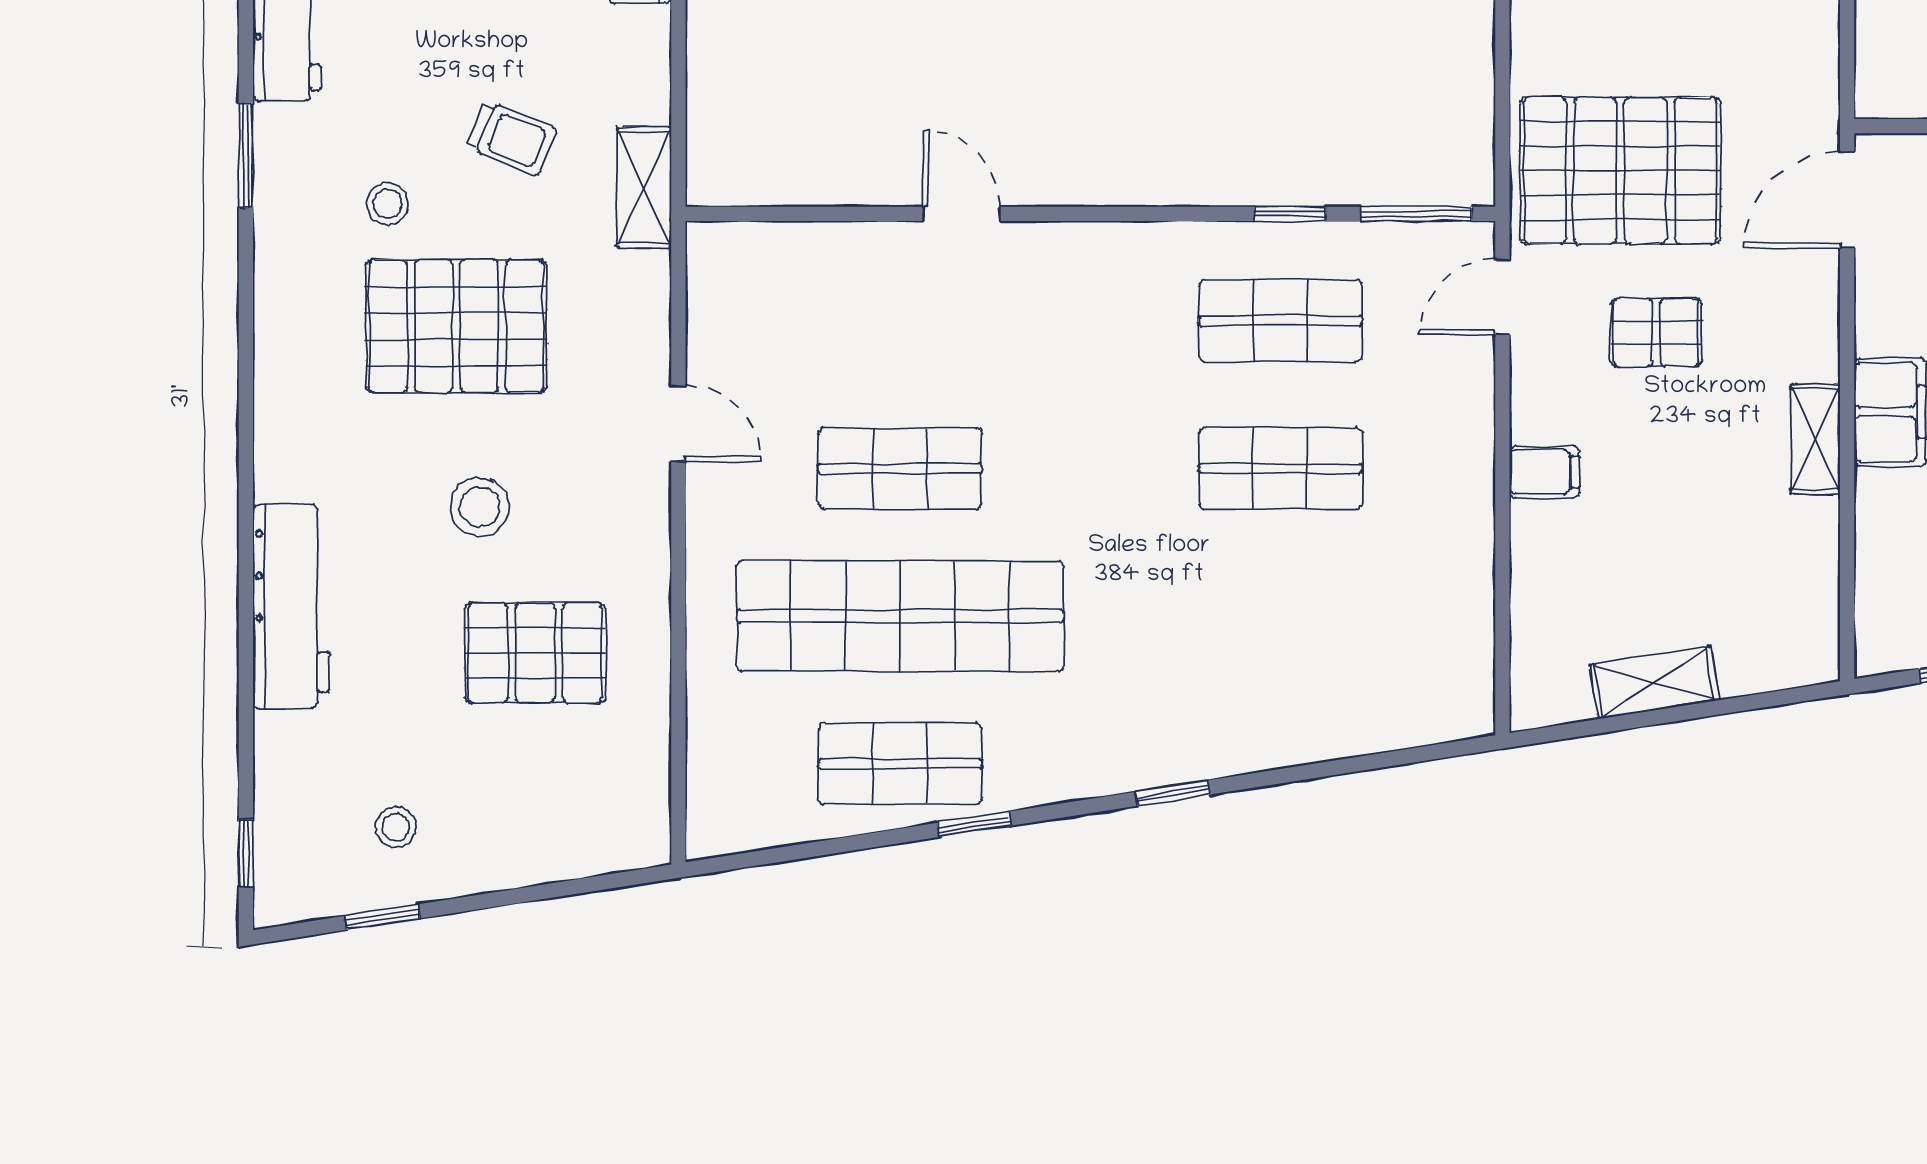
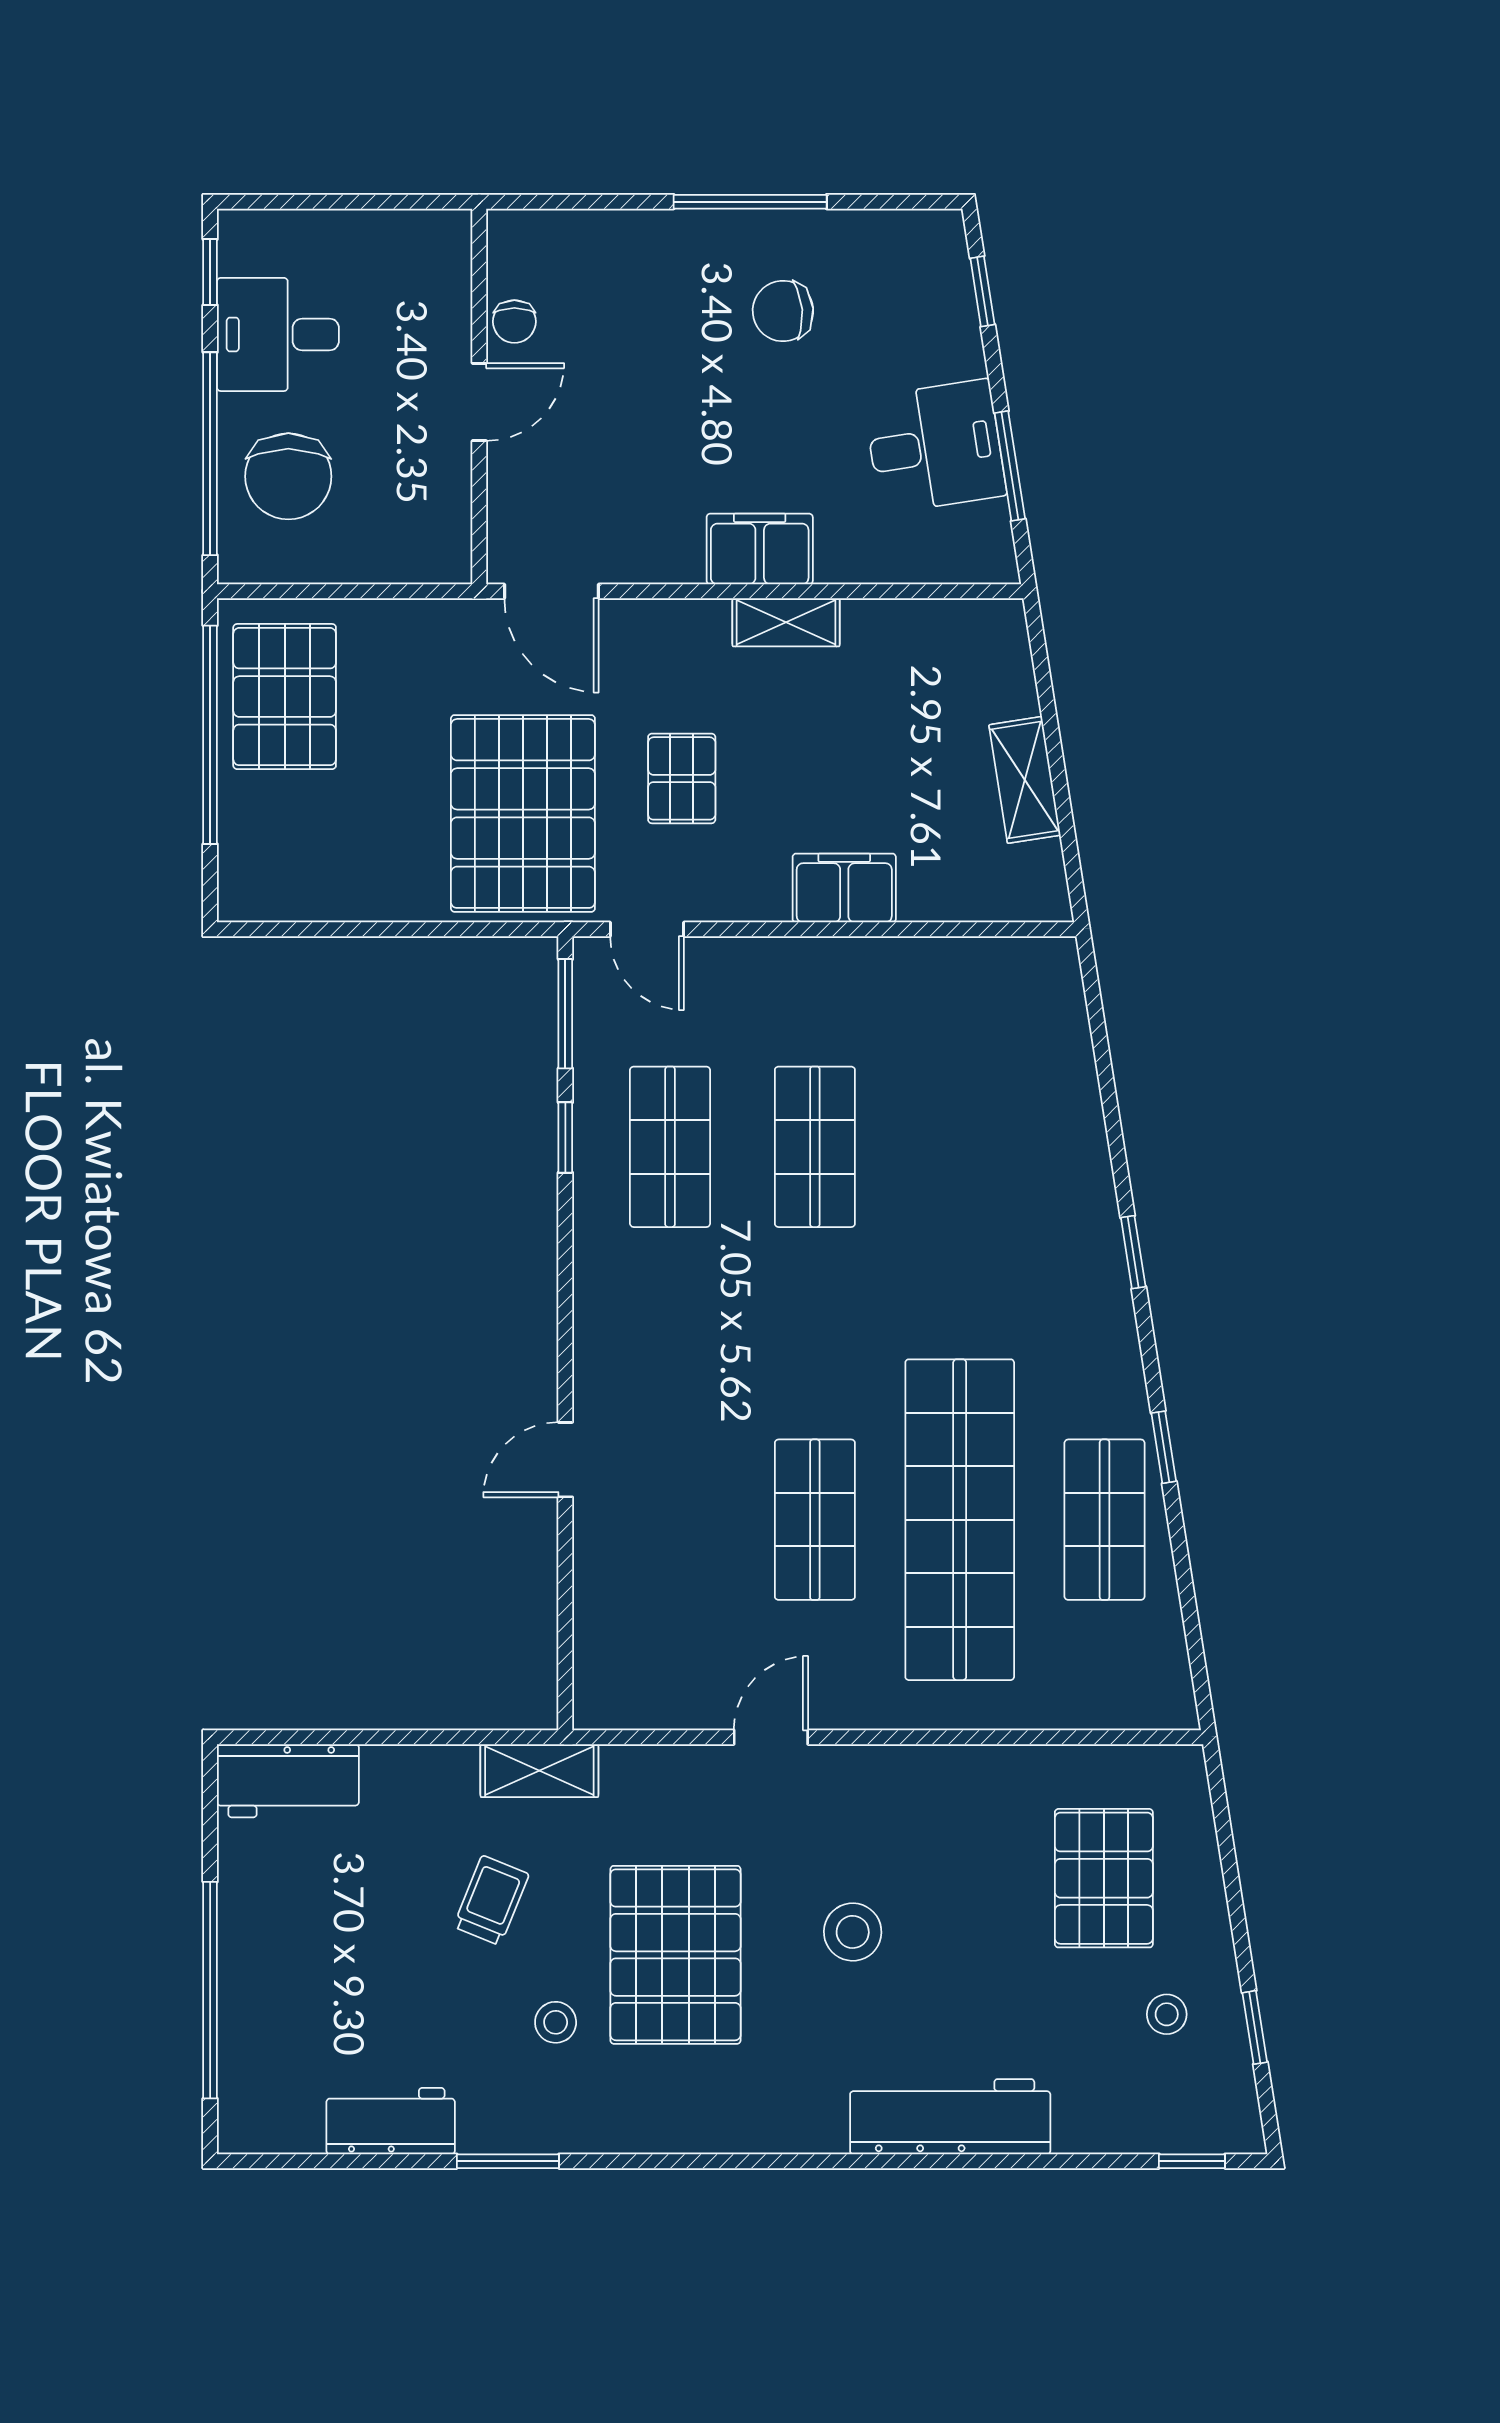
filing cabinet: (1544, 472) -> (844, 888), width x2.00
pallet: (535, 653) -> (1104, 1878), moved

